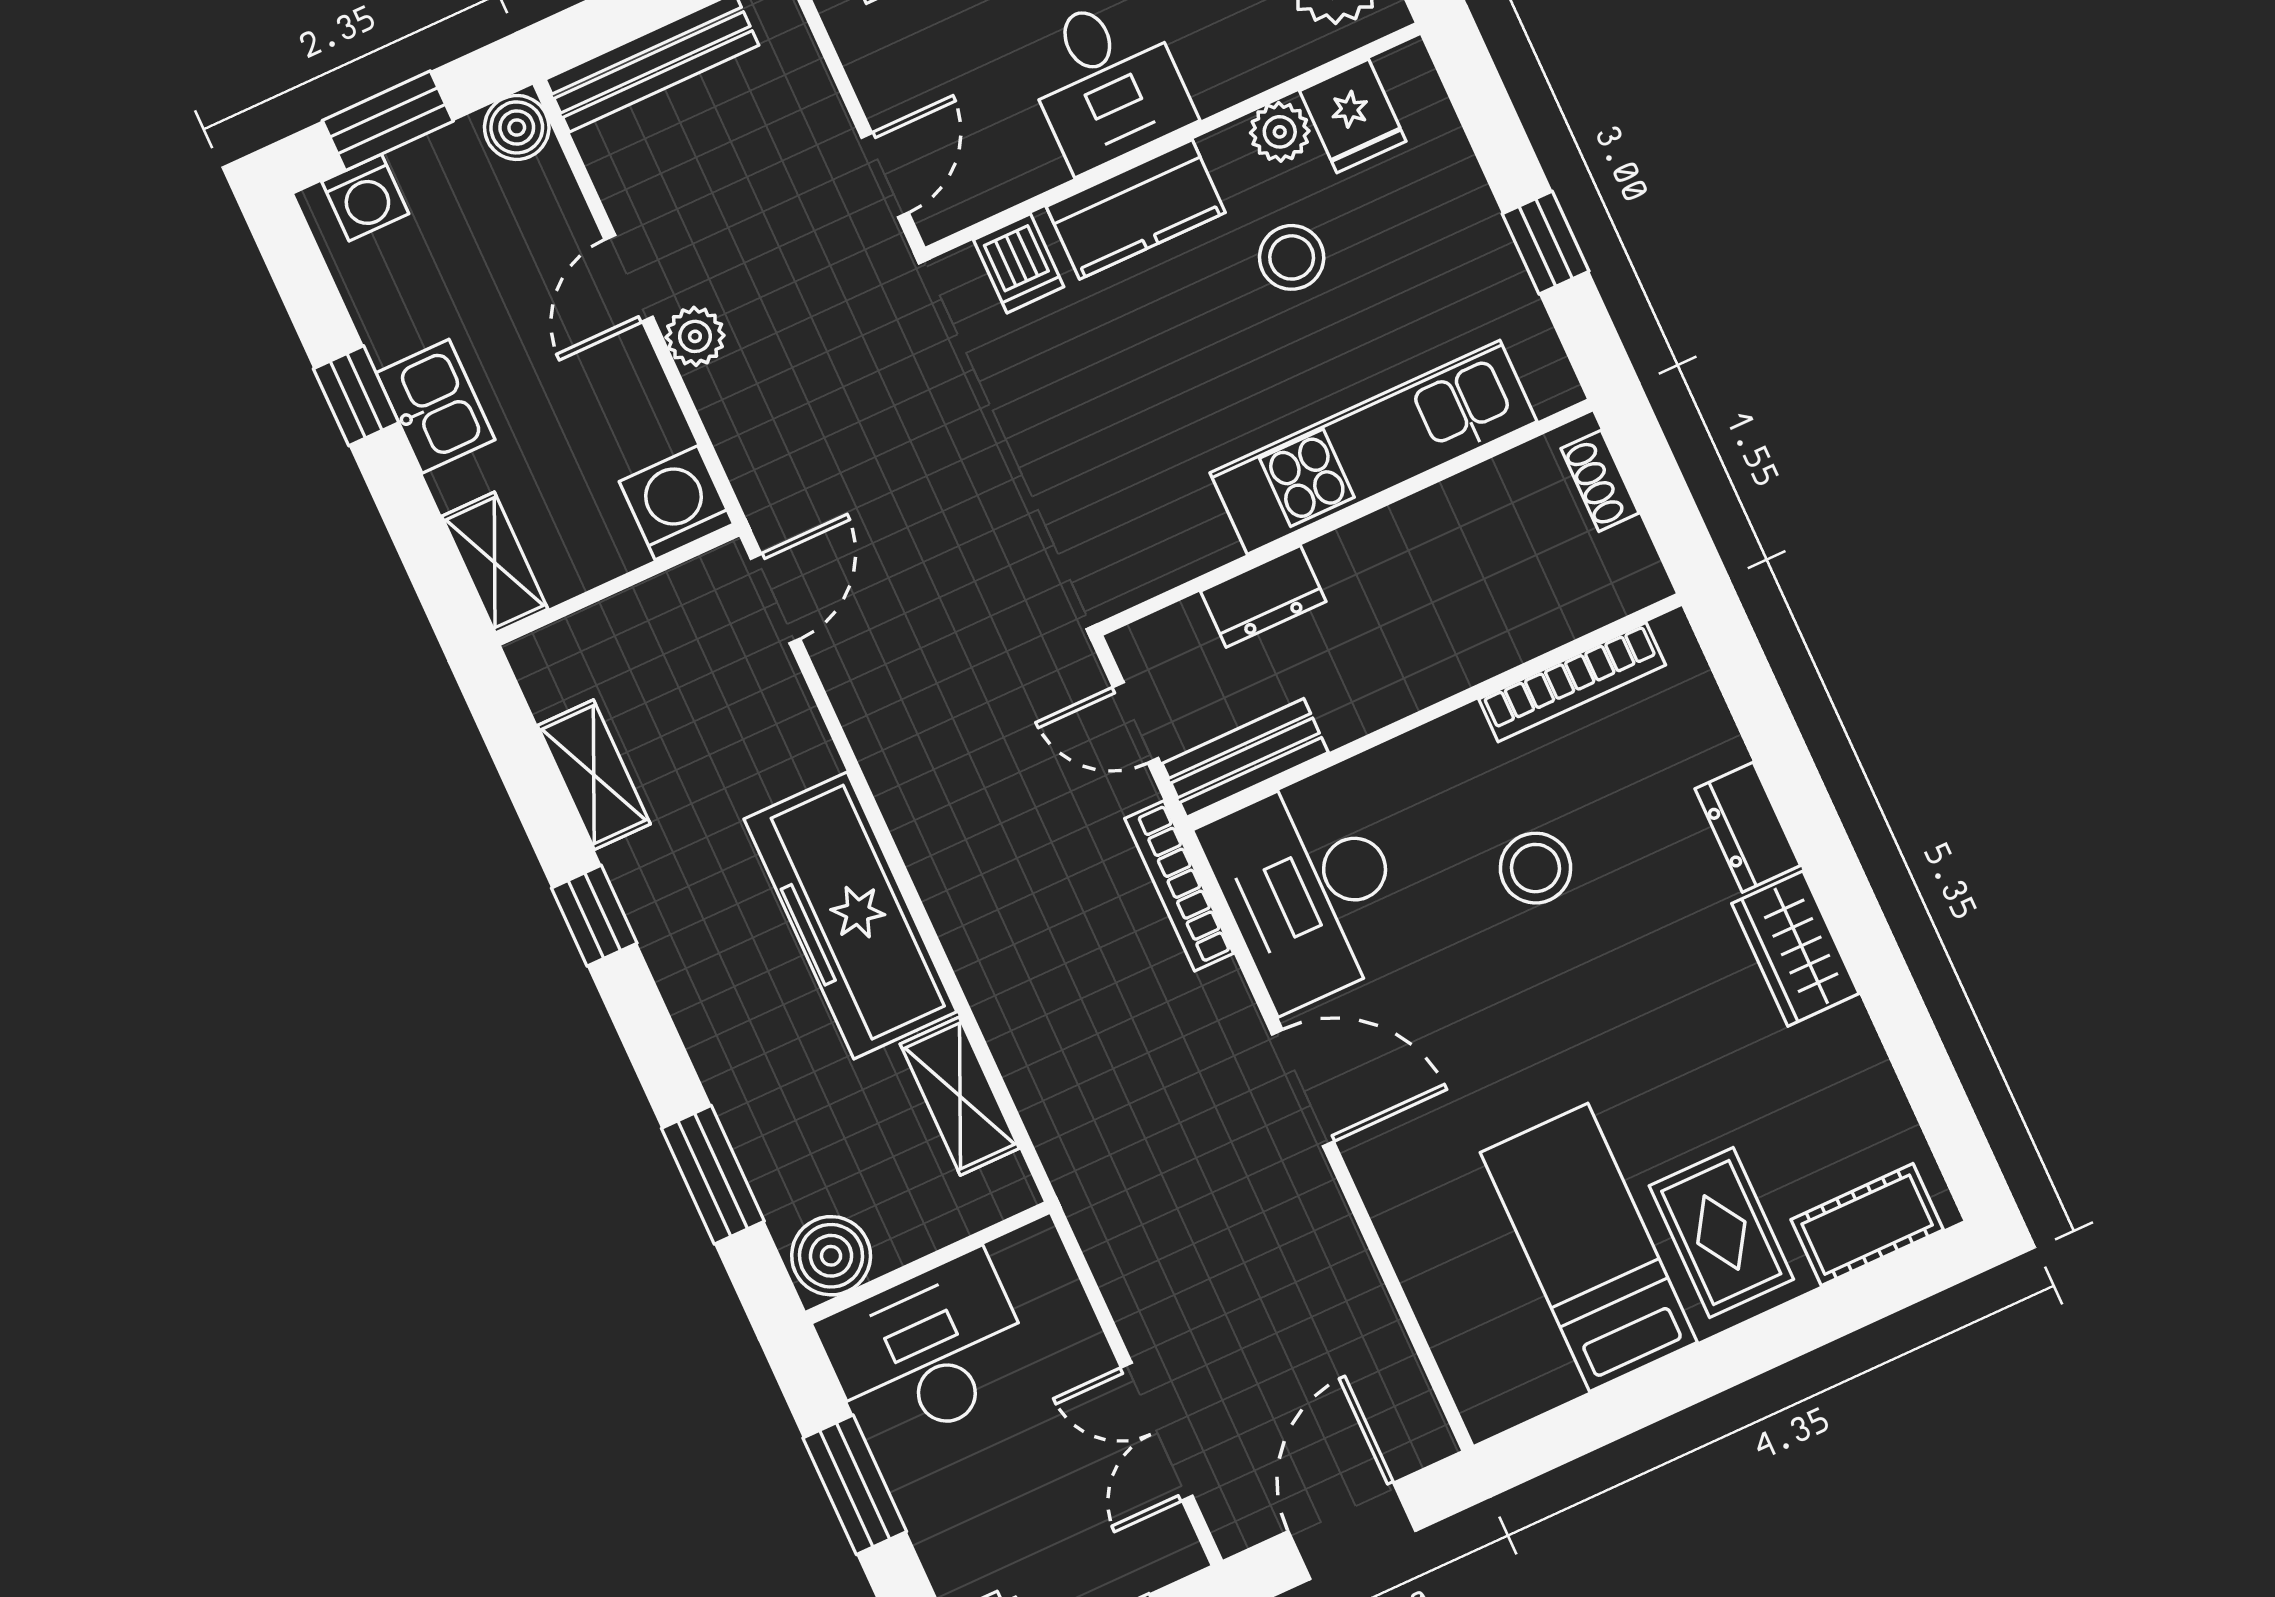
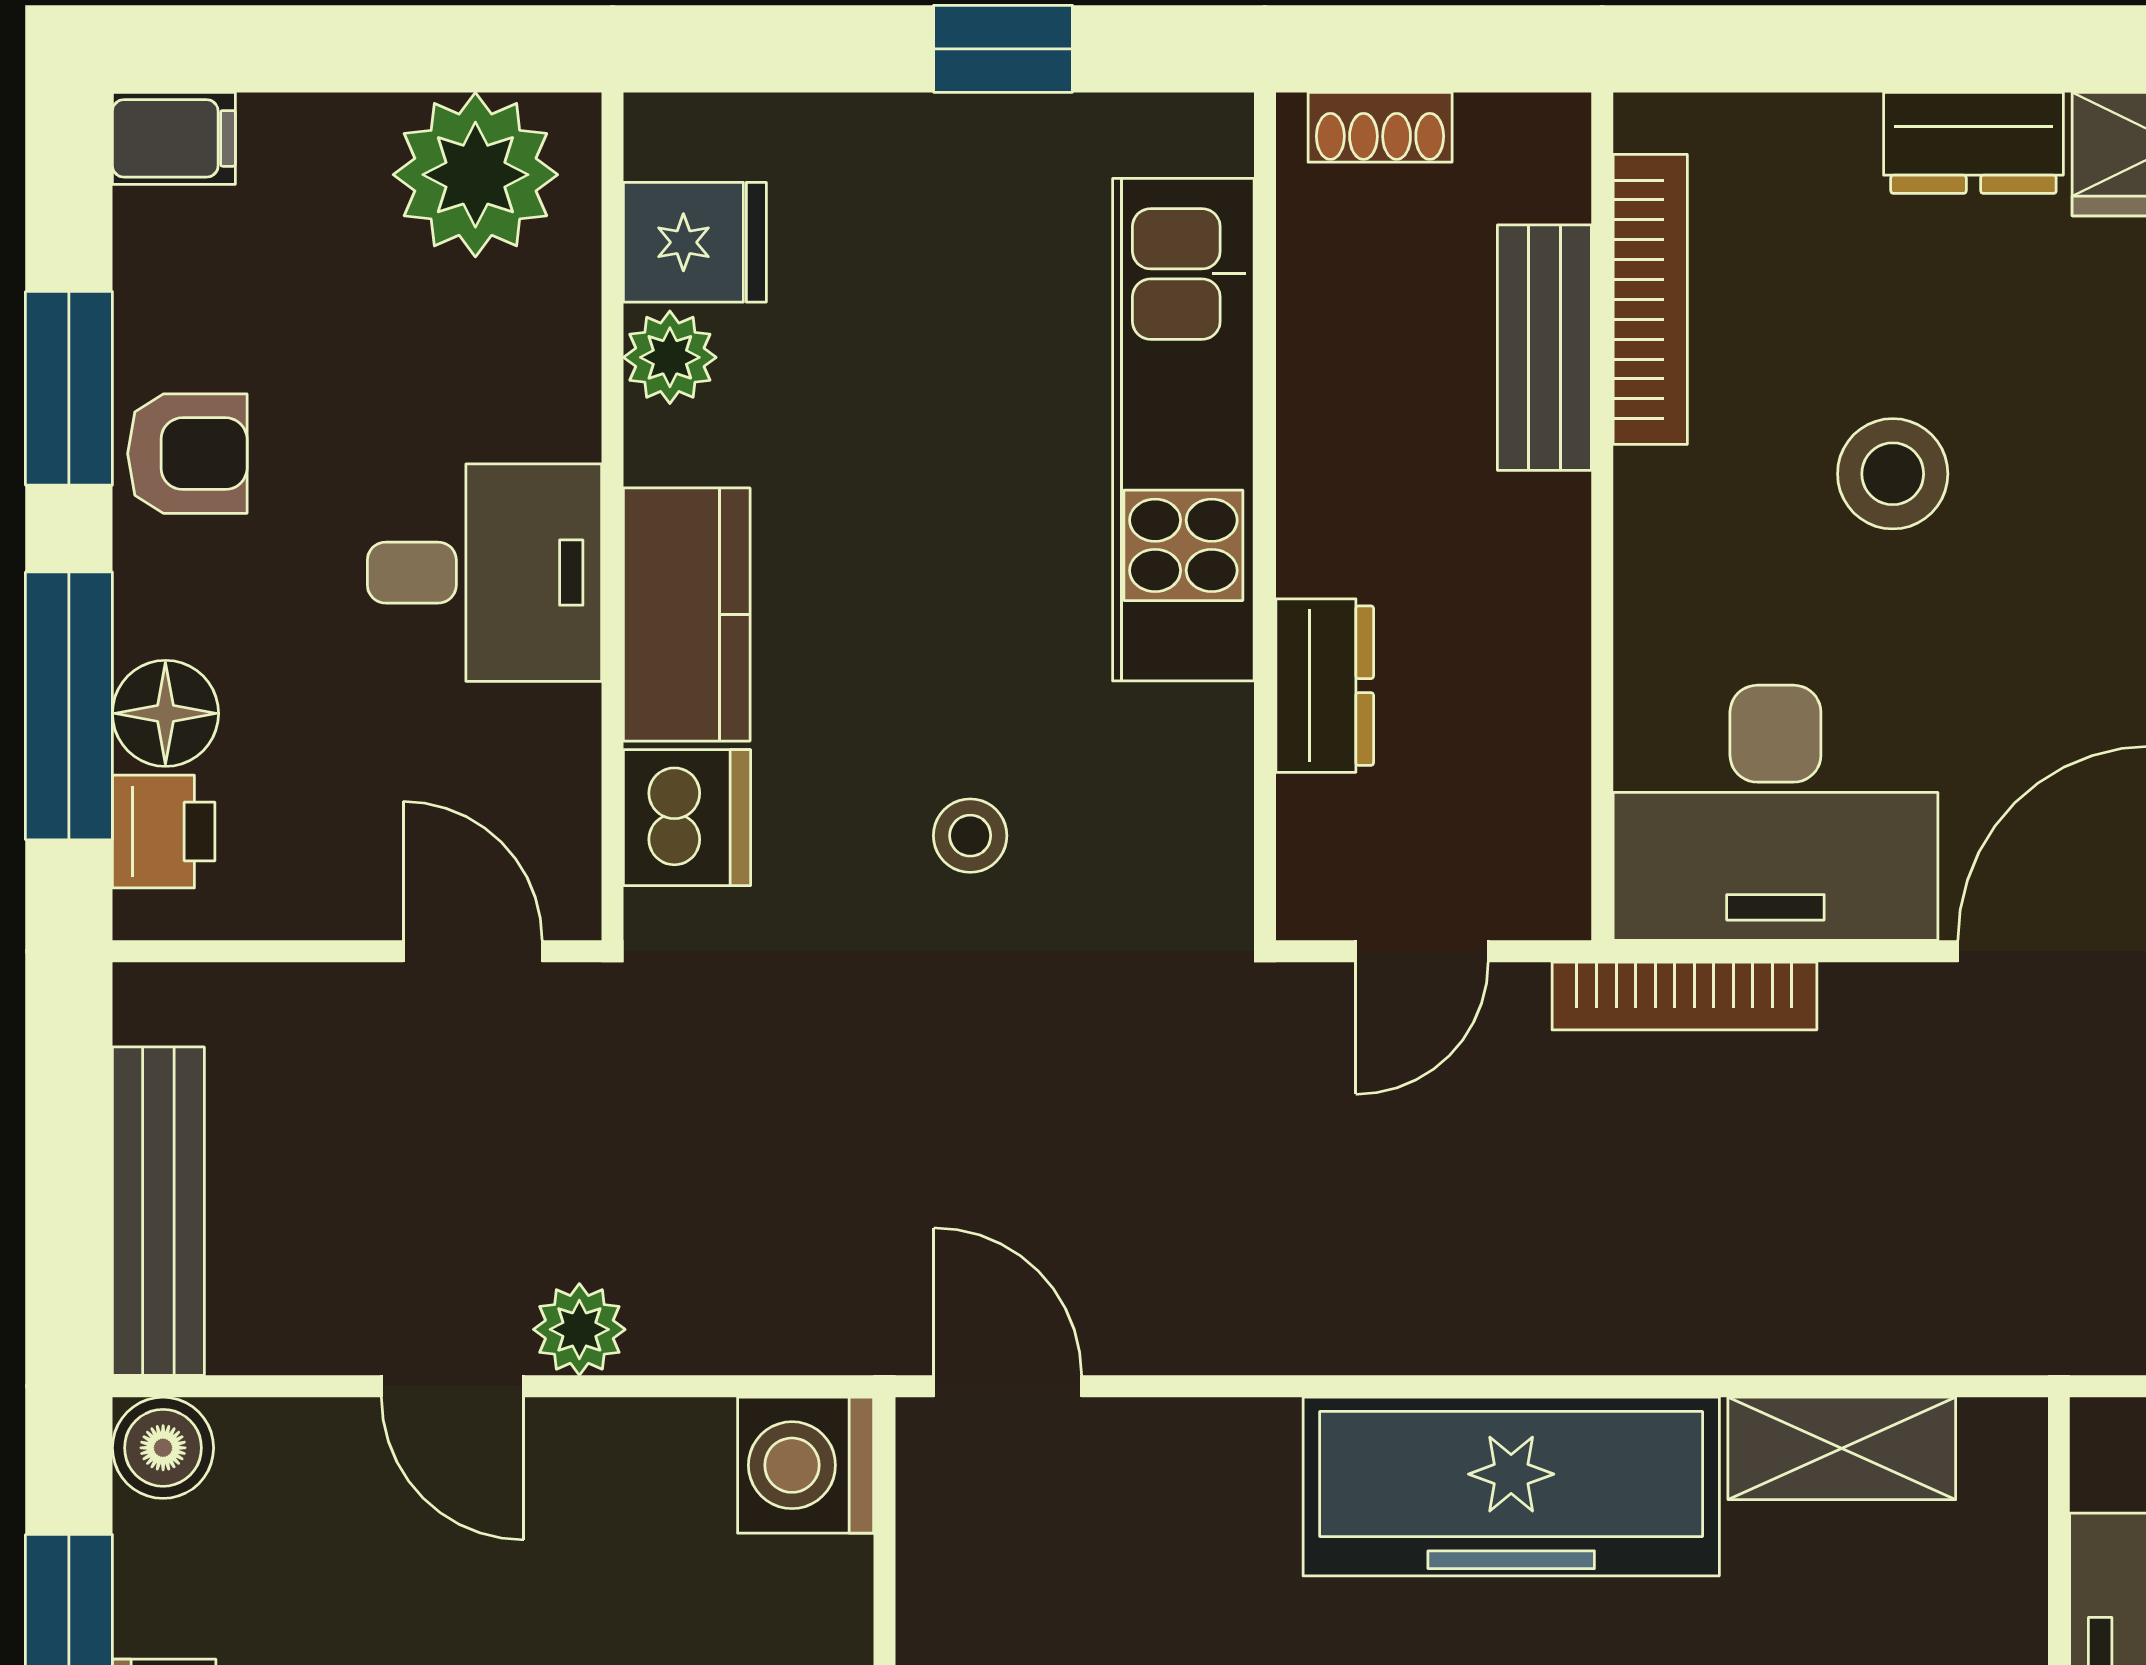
stool: (1292, 257) -> (970, 836), moved, width x0.73, depth x0.73
dishwasher: (1019, 263) -> (687, 818), width x1.38
bench: (1245, 758) -> (1544, 348), moved

